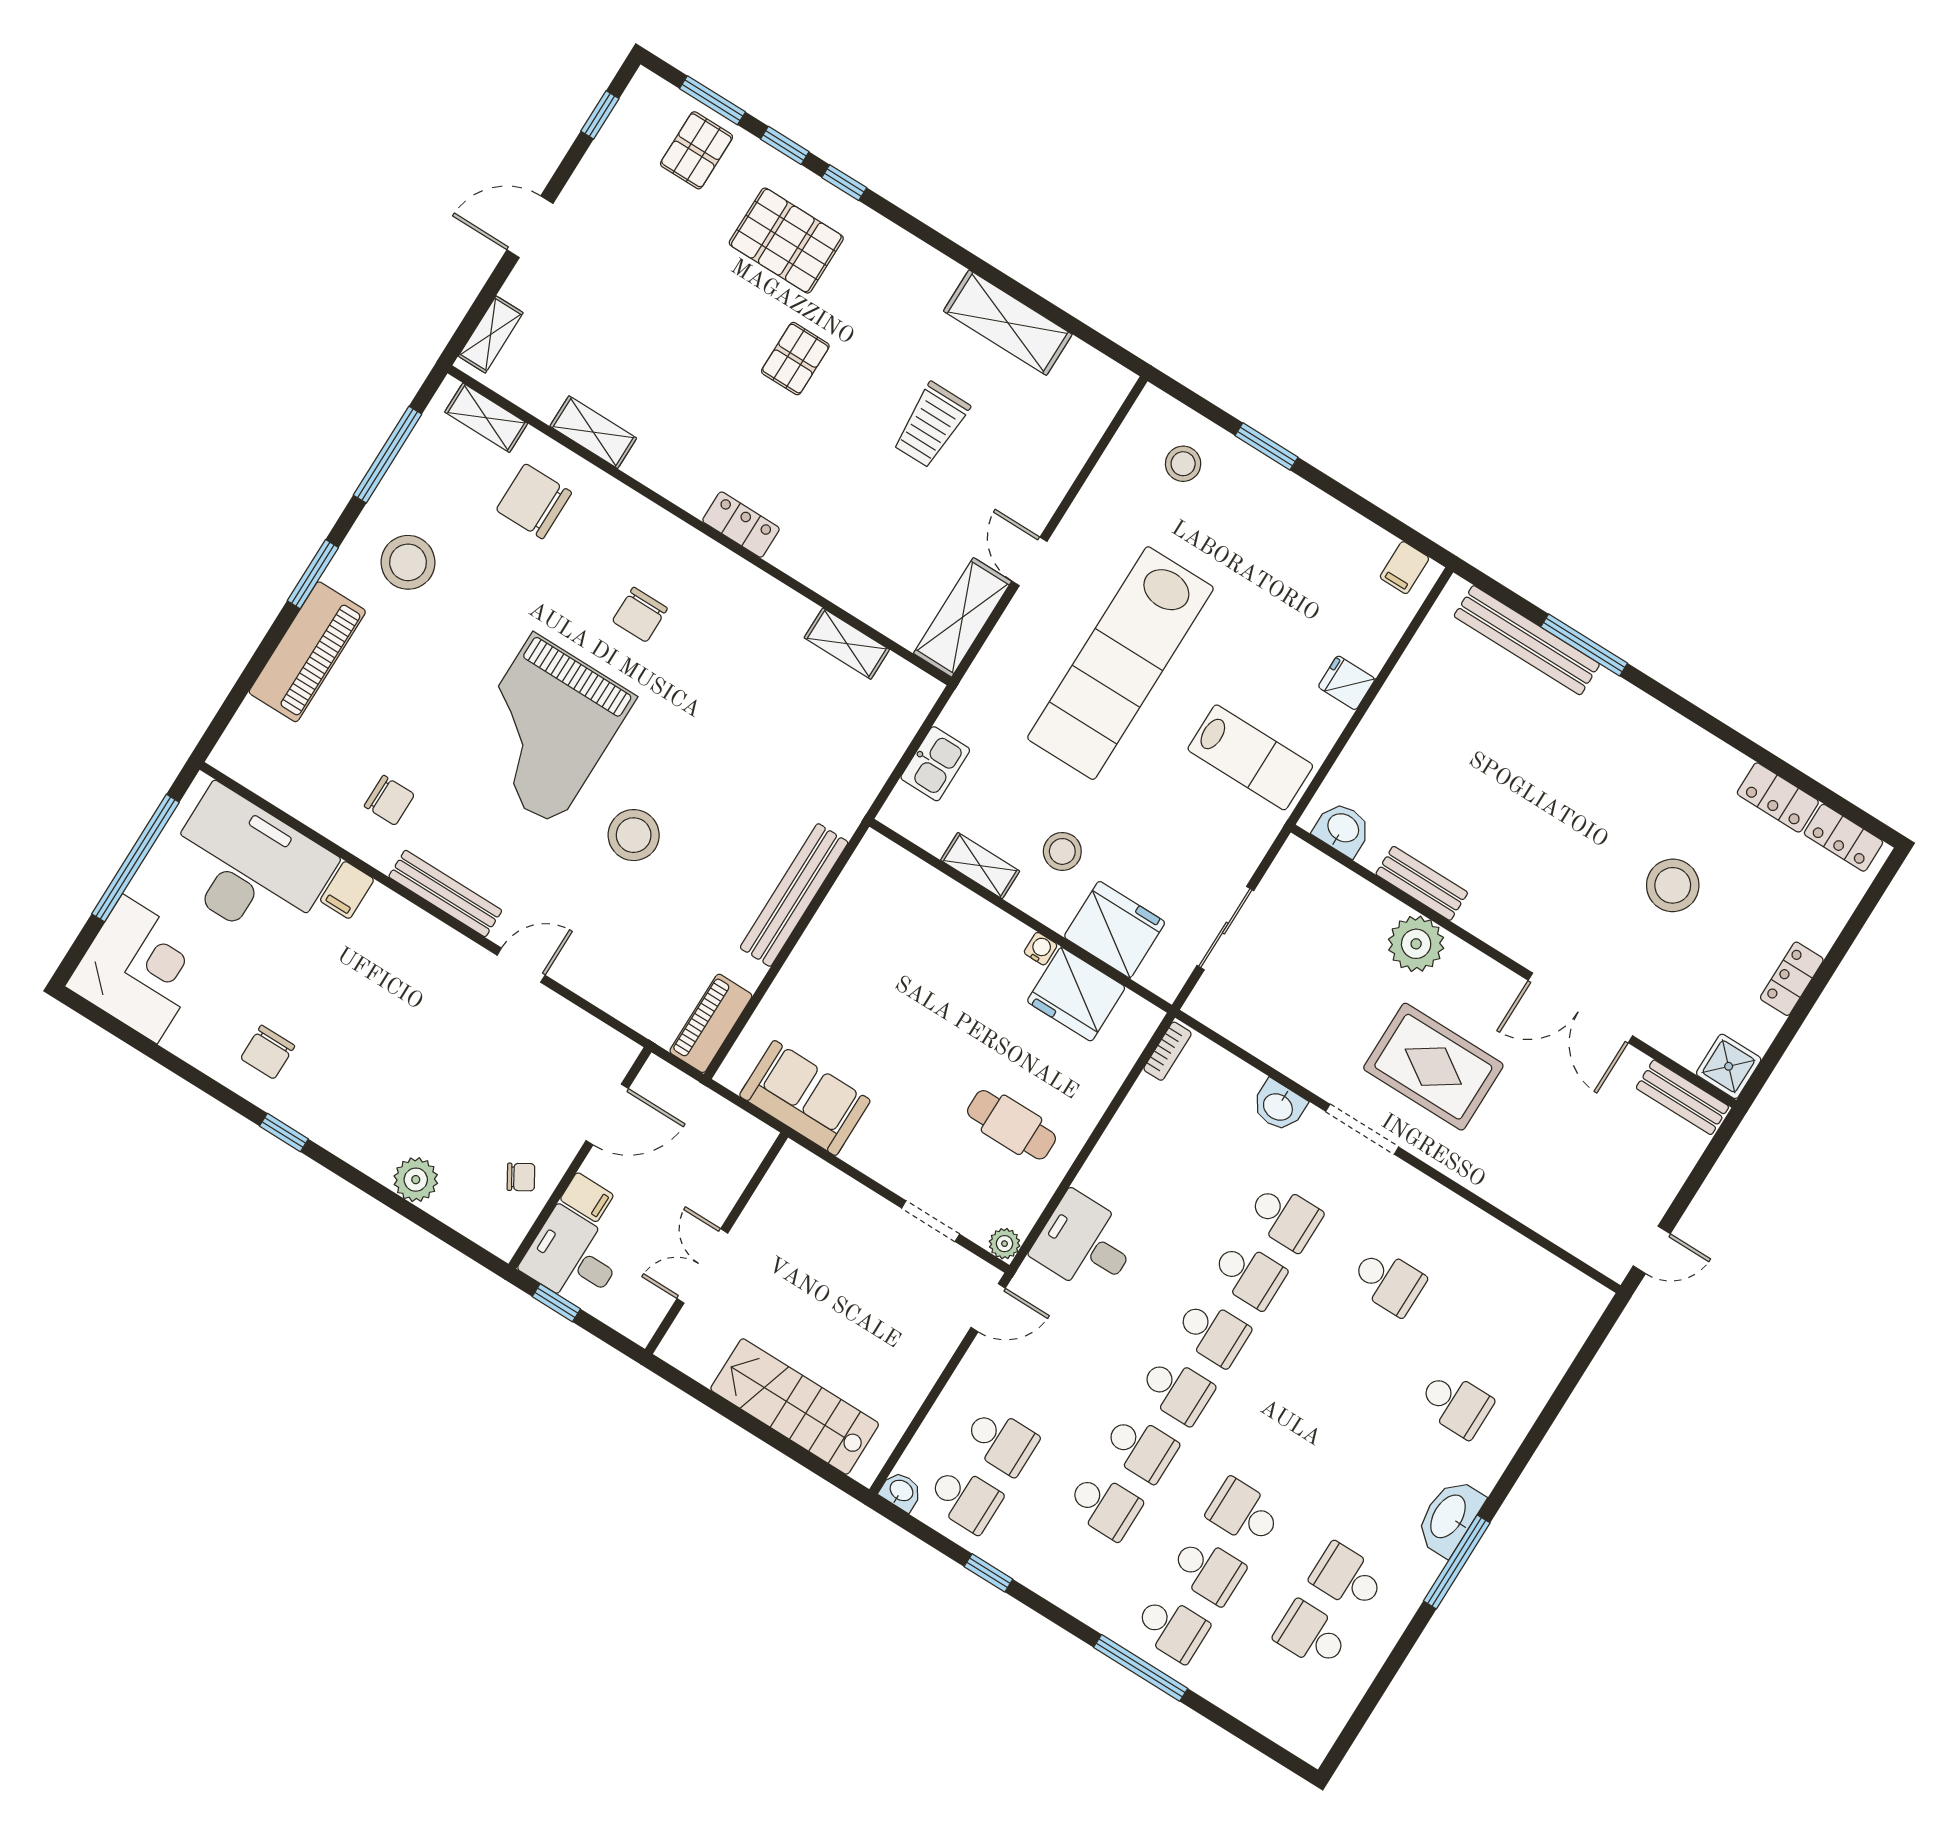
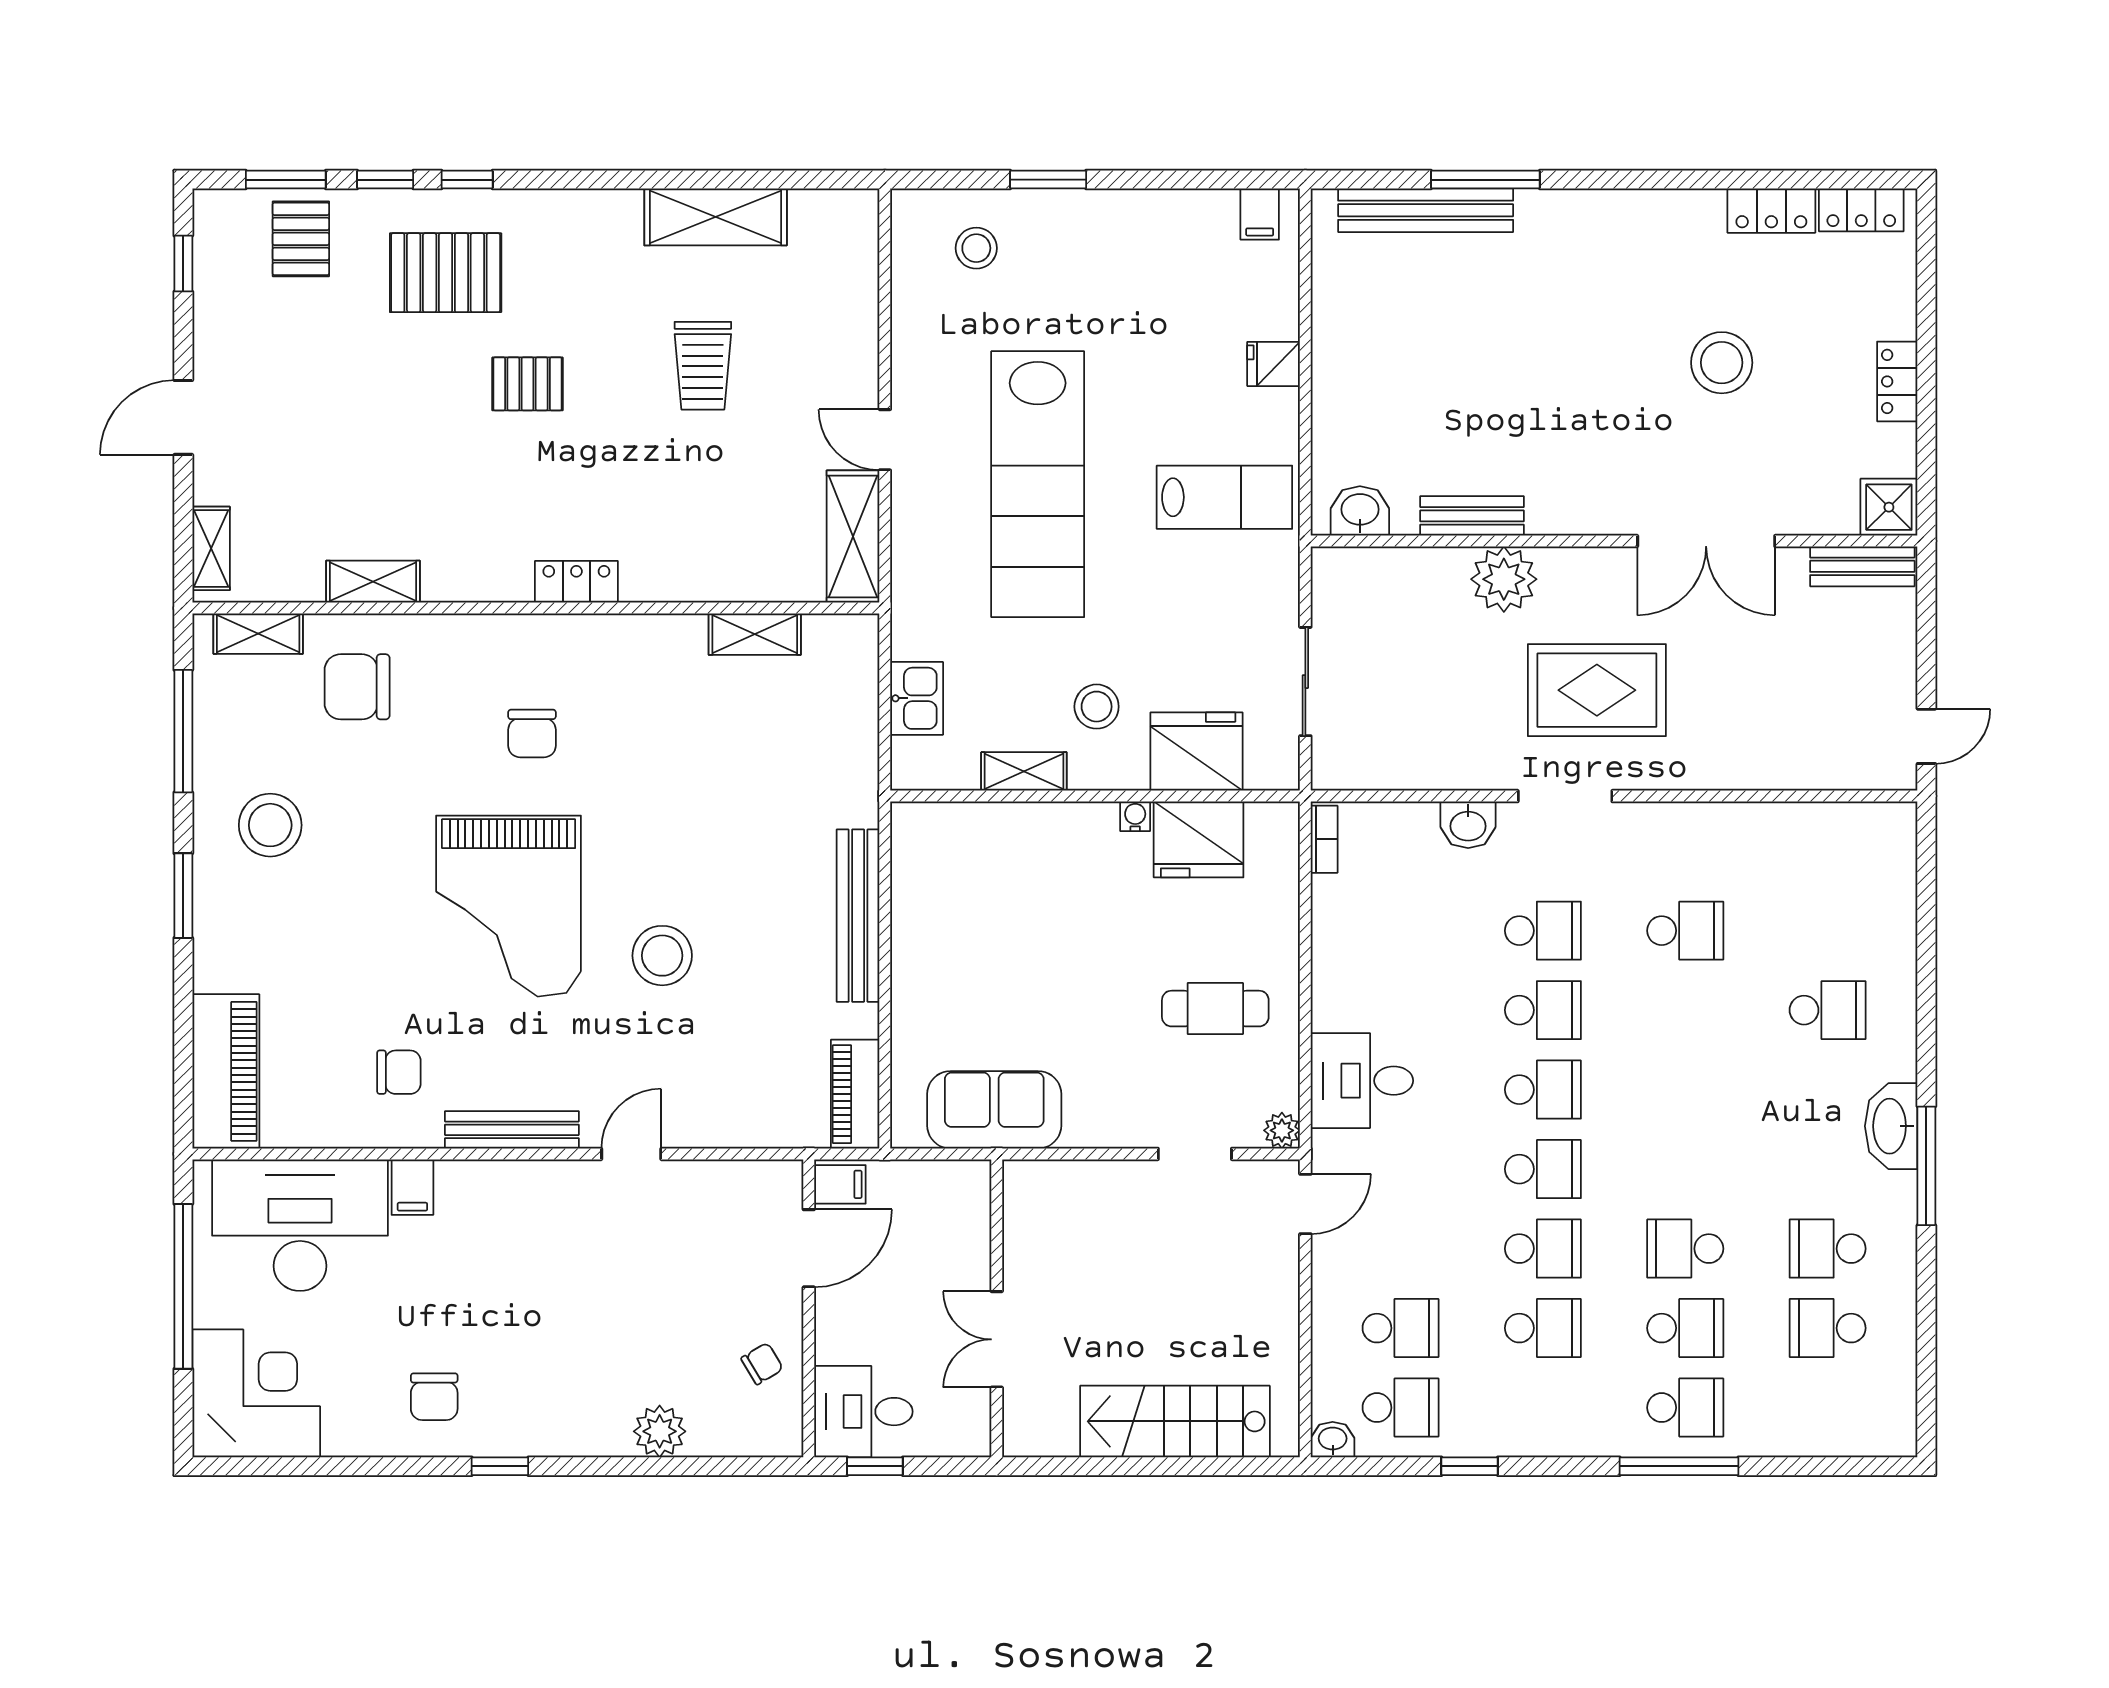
pallet: (795, 359) -> (528, 384), turned 90
piano: (307, 652) -> (226, 1071), moved
filing cabinet: (587, 1197) -> (840, 1184), moved

